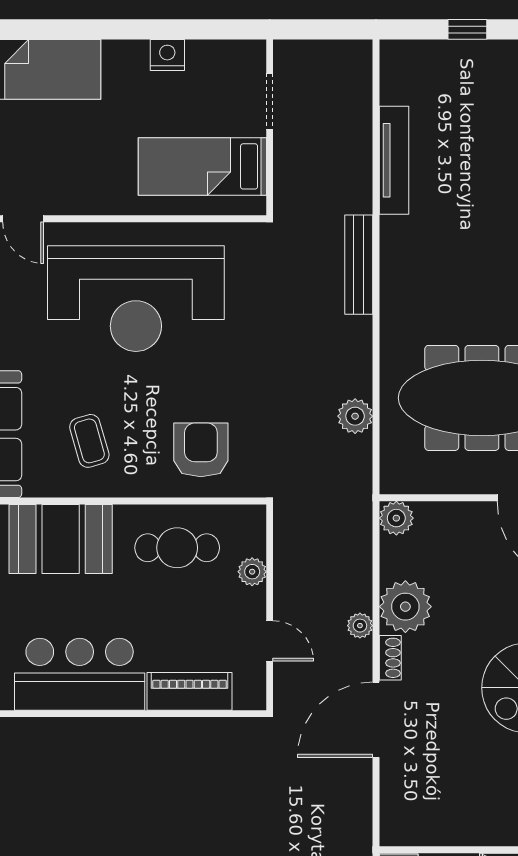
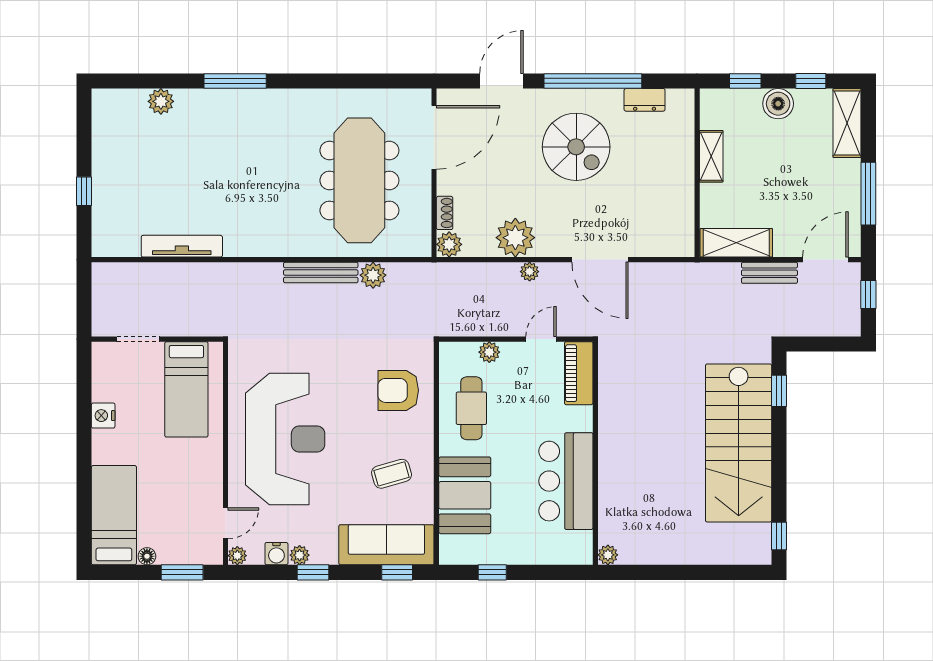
bench: (359, 265) -> (321, 273), moved
shoe rack: (390, 658) -> (445, 213), moved, turned 90
piano: (190, 691) -> (579, 373), moved

